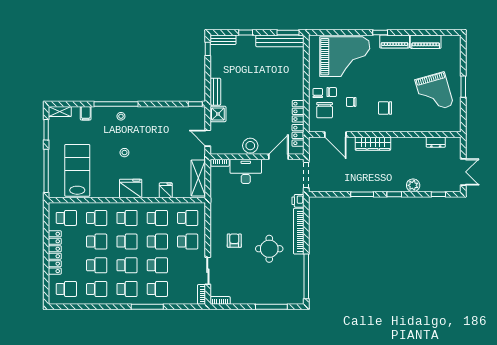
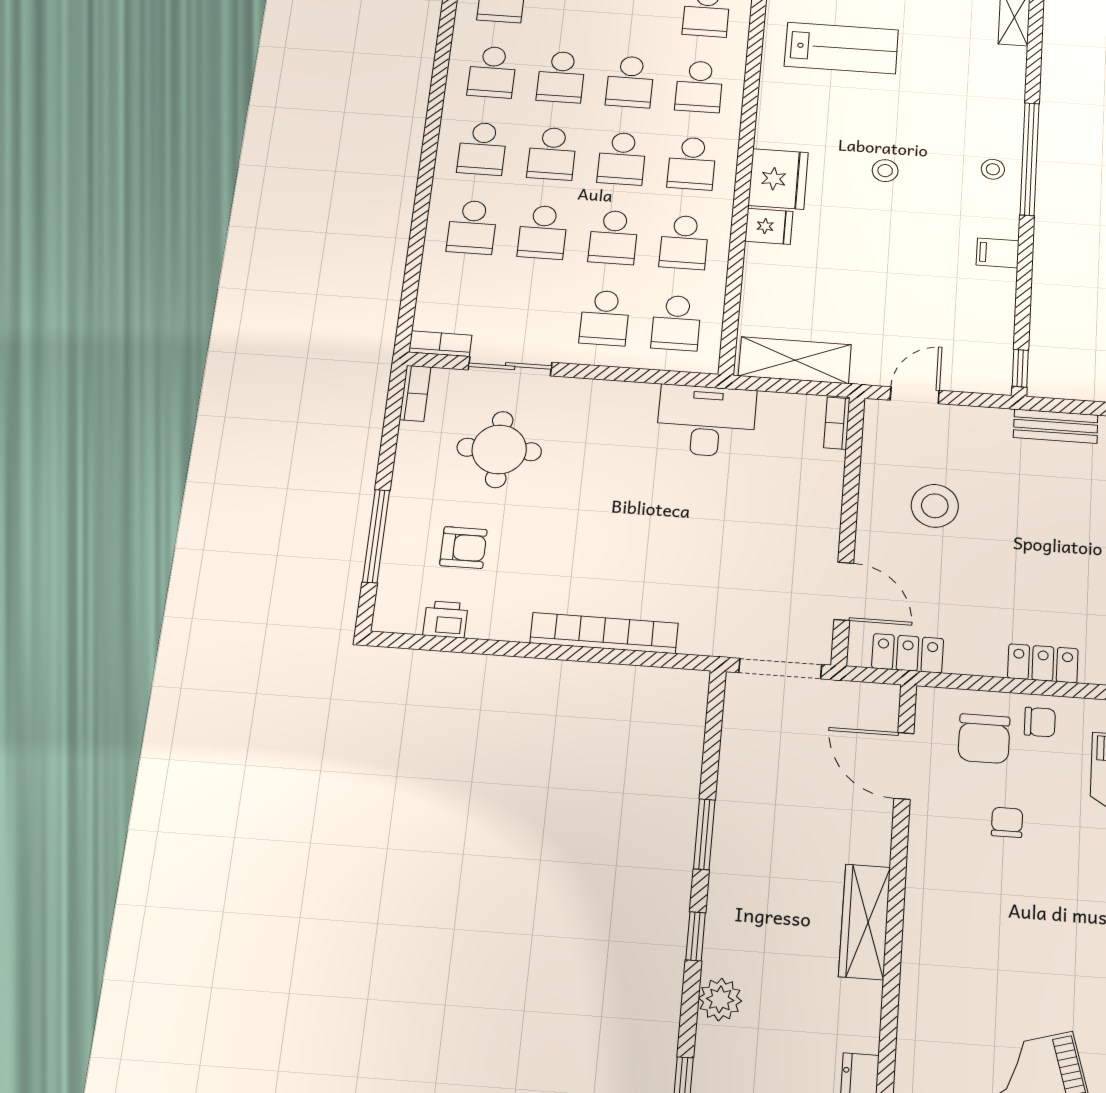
chair: (332, 92) -> (1041, 765), removed
chair: (385, 108) -> (982, 928), removed
chair: (325, 110) -> (984, 739), turned -90
locker: (298, 111) -> (1043, 663), moved
filing cabinet: (86, 113) -> (998, 253), moved
shower: (218, 114) -> (987, 429), removed
door: (335, 134) -> (904, 766), hinge flipped
wardrobe: (373, 144) -> (865, 922), moved
stool: (250, 146) -> (935, 506), moved
lab bench: (77, 170) -> (841, 48), width x0.73, depth x0.72
desk: (246, 171) -> (706, 421), moved, turned -90
fridge: (166, 190) -> (769, 226), moved
printer: (298, 201) -> (445, 619), moved
armchair: (234, 241) -> (463, 548), moved
round table: (269, 249) -> (499, 449), moved
window: (306, 276) -> (458, 645), removed
window: (147, 307) -> (423, 197), removed

